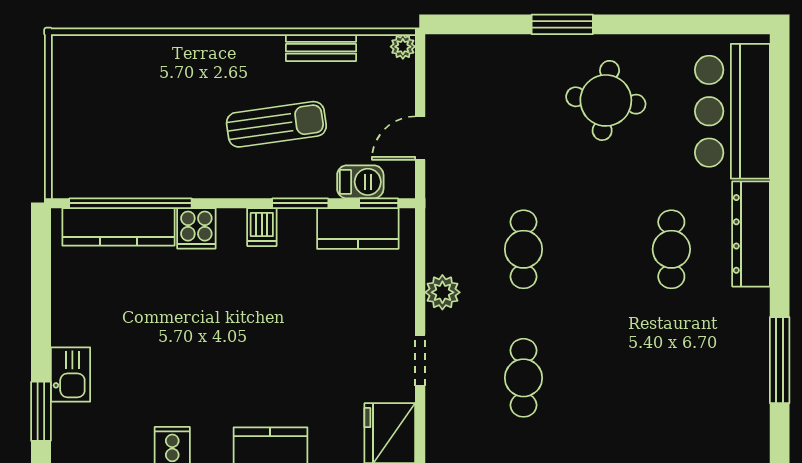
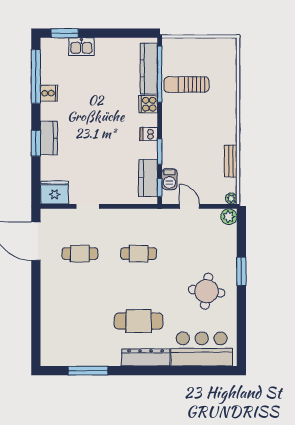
sun lounger: (276, 124) -> (186, 85), moved, turned 98
cafe table: (671, 249) -> (139, 321), width x1.37, depth x1.35
plant: (442, 292) -> (229, 217), moved

